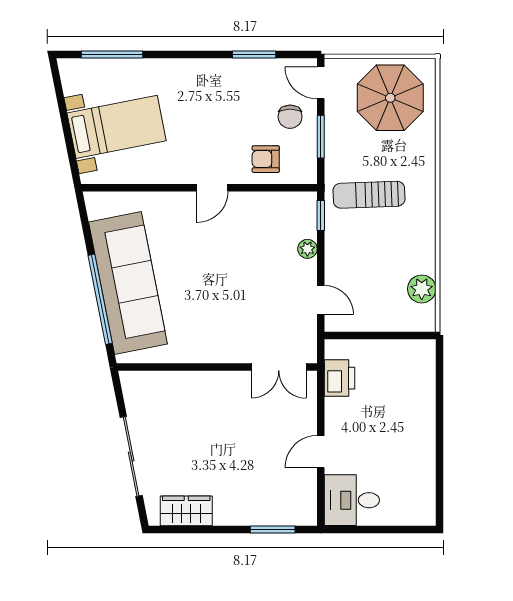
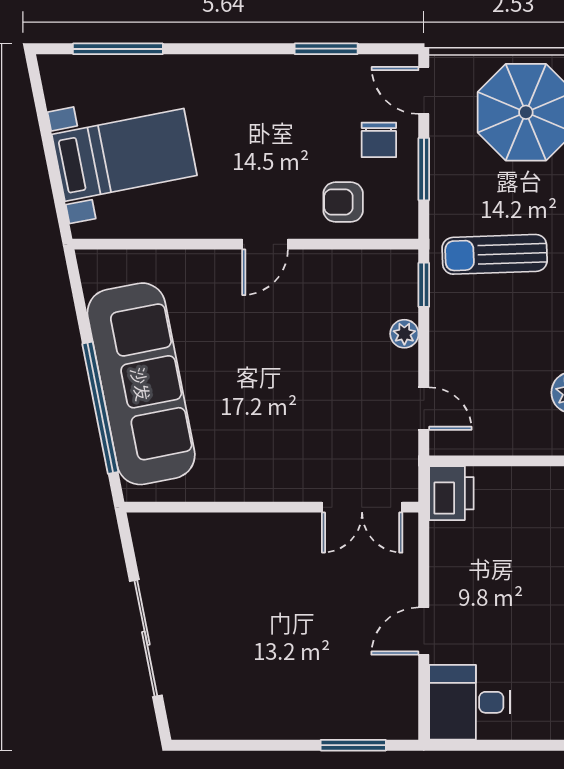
printer: (340, 378) -> (451, 493), moved
wardrobe: (186, 511) -> (227, 718), removed

